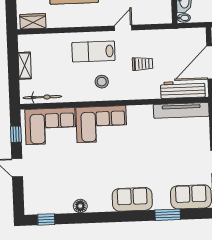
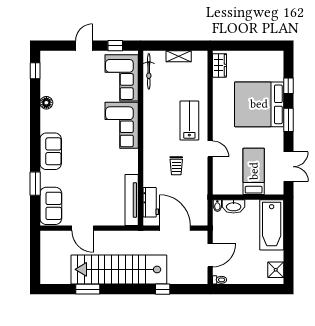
stool: (102, 82) -> (161, 127), removed
workbench: (183, 90) -> (151, 202), width x0.73

